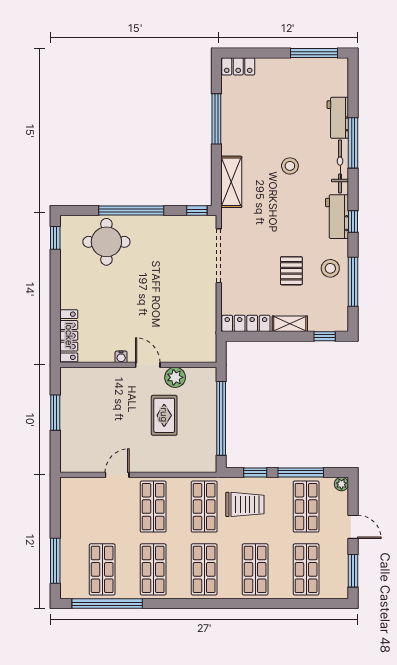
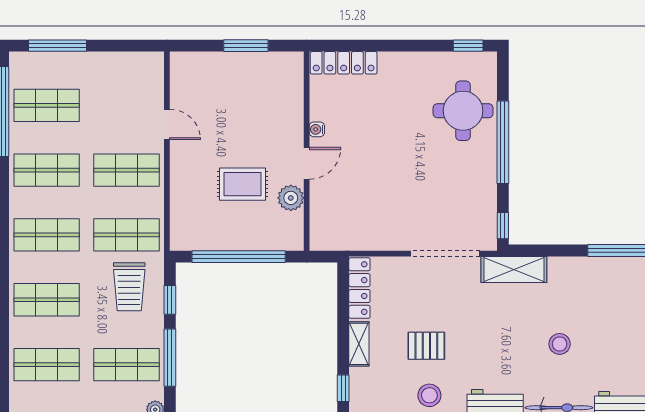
shelving: (231, 182) -> (514, 269), moved

